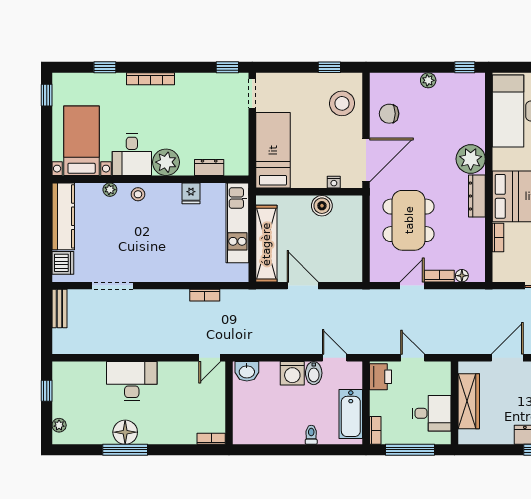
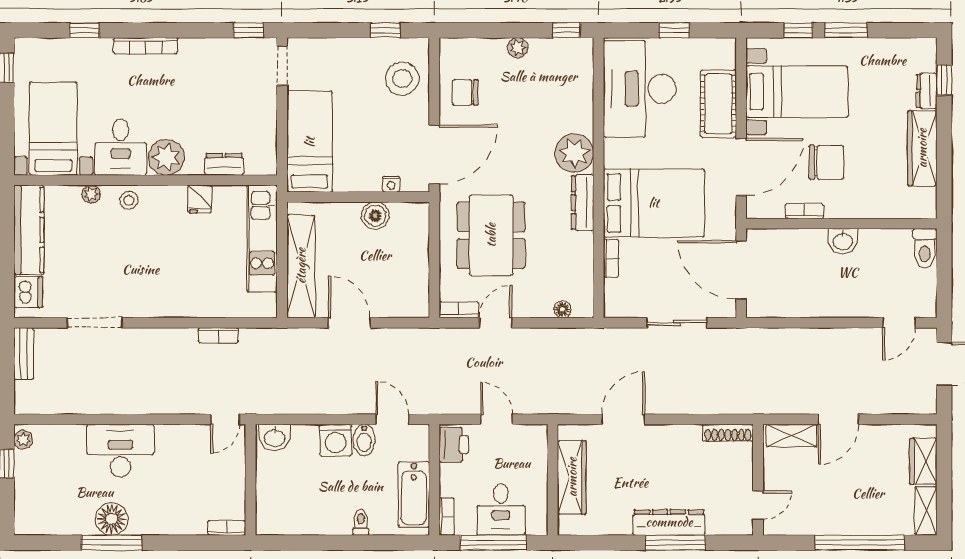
bookcase: (439, 276) -> (459, 310), moved
desk: (431, 413) -> (501, 509), moved, turned 90
plant: (59, 425) -> (23, 440), moved

